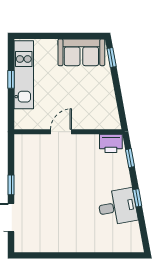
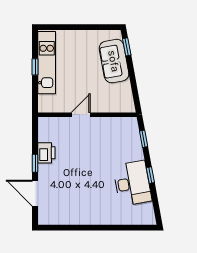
sofa: (81, 52) -> (114, 61), moved, turned 80
printer: (111, 143) -> (46, 153), moved, turned -90
desk: (118, 207) -> (132, 183), width x1.37

